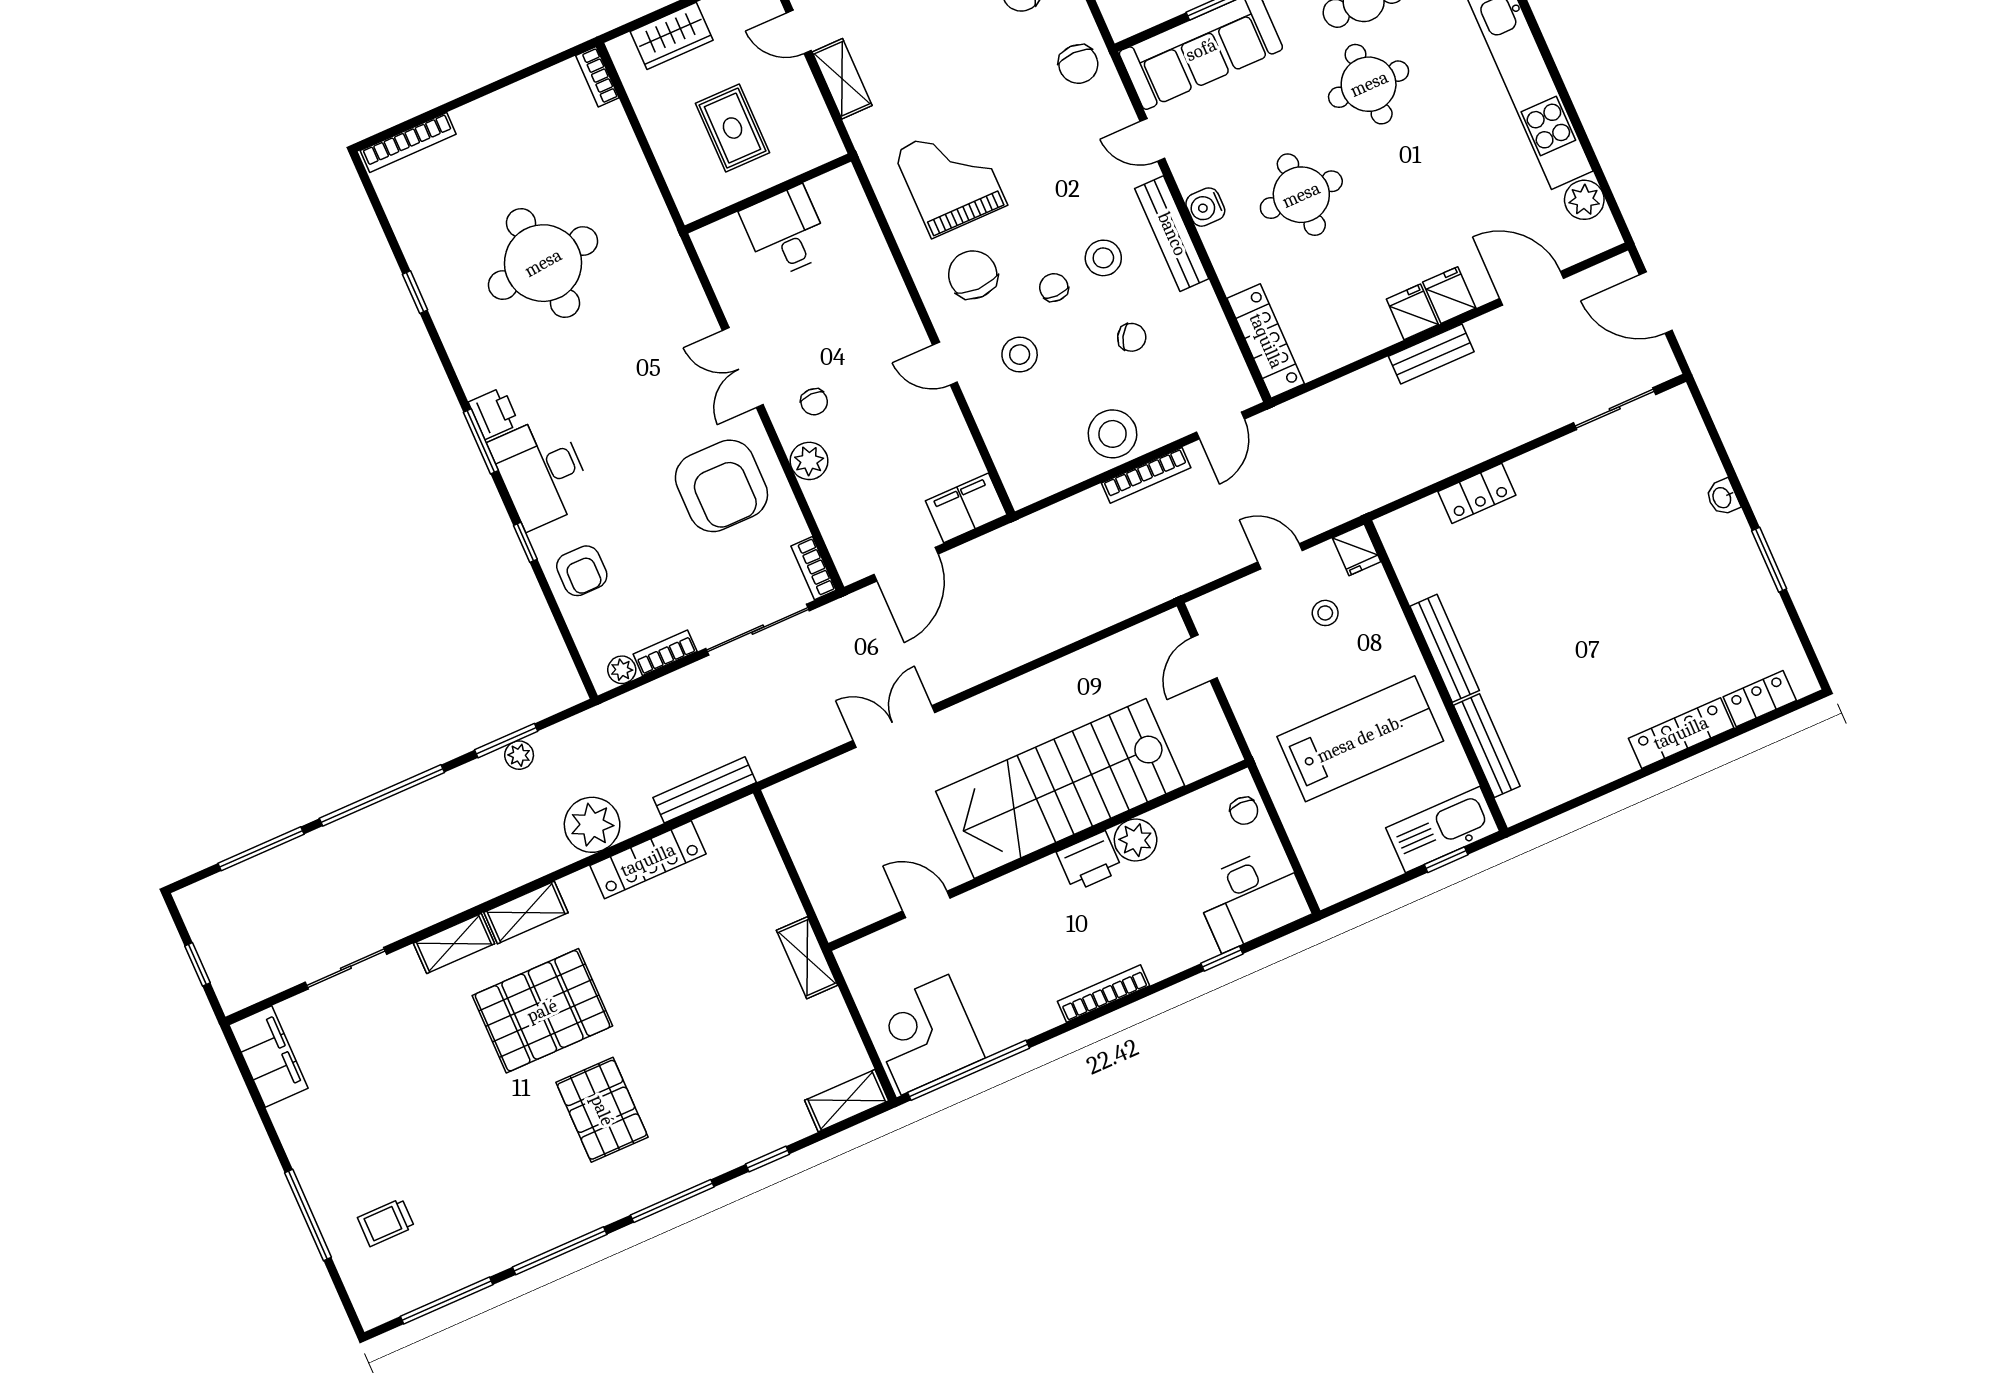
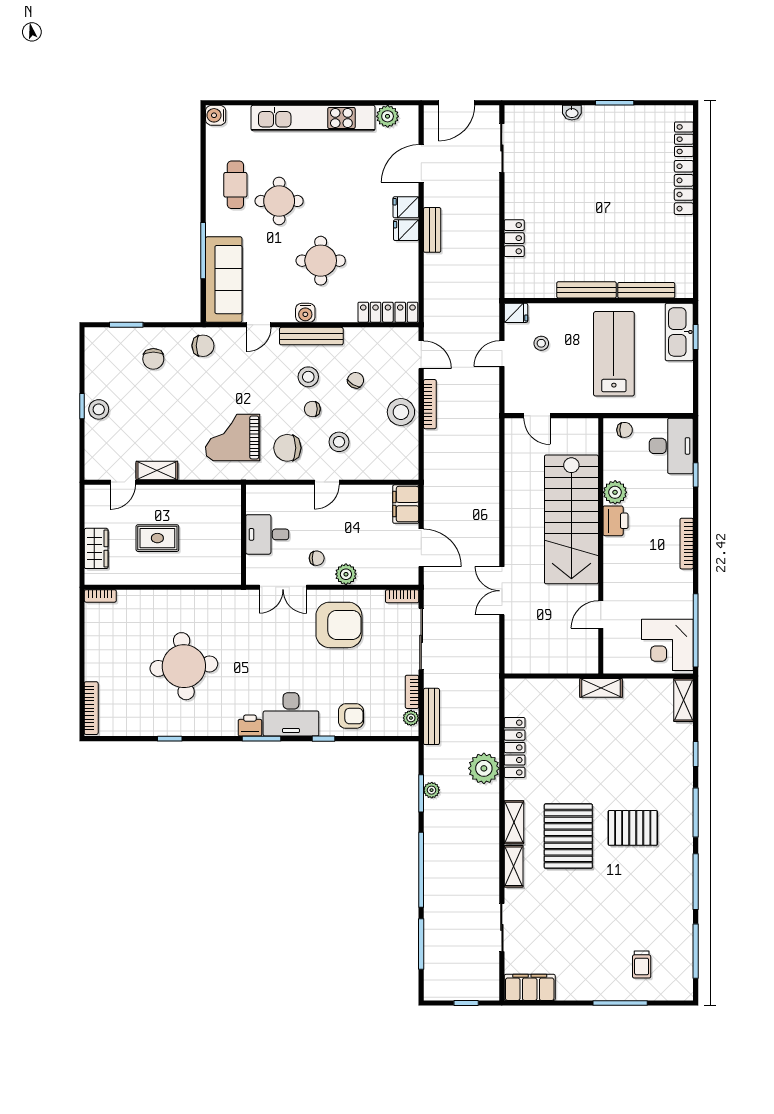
wall: (768, 193) -> (243, 535), moved
desk: (786, 232) -> (267, 534), moved
bench: (705, 790) -> (431, 716), moved

